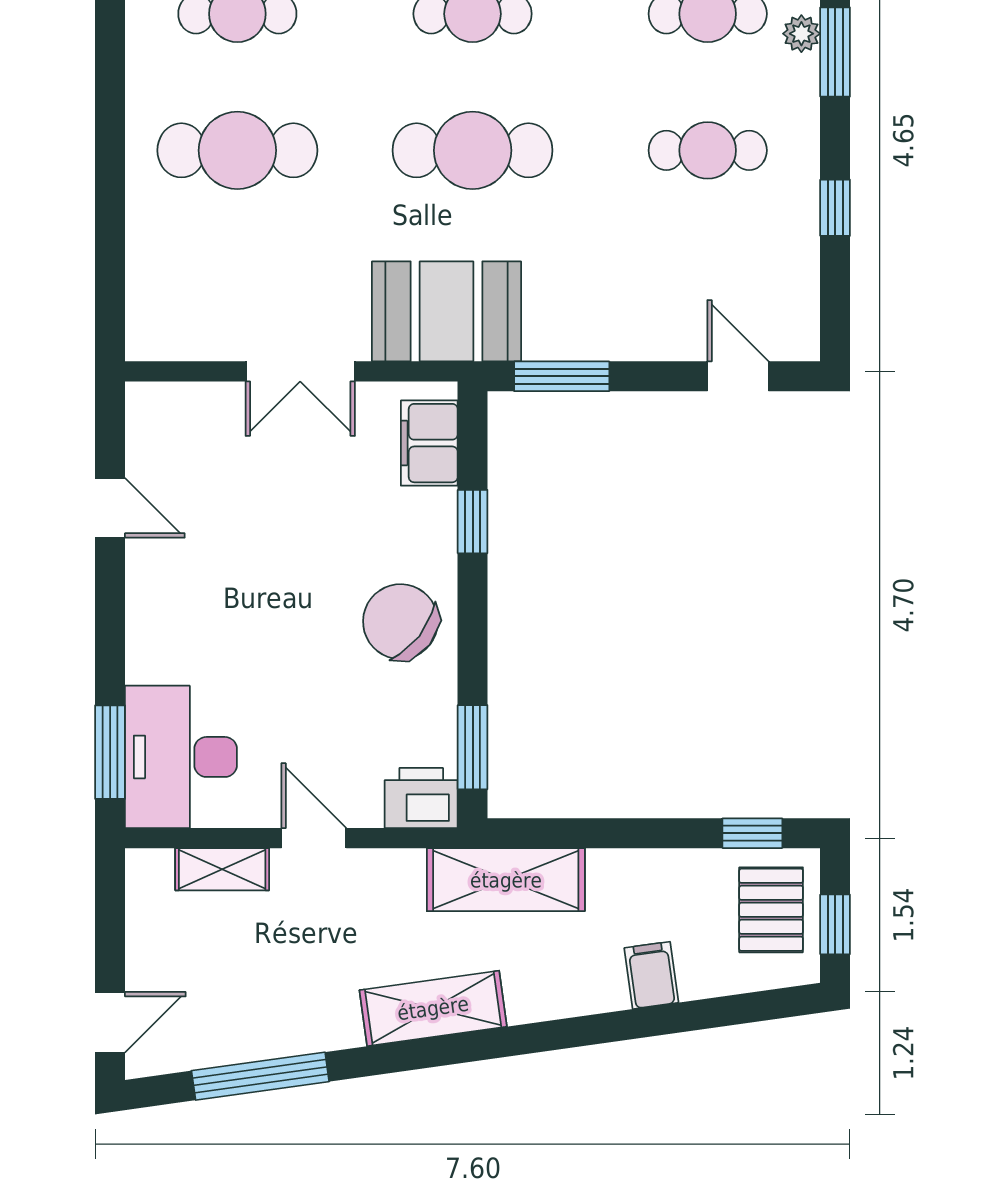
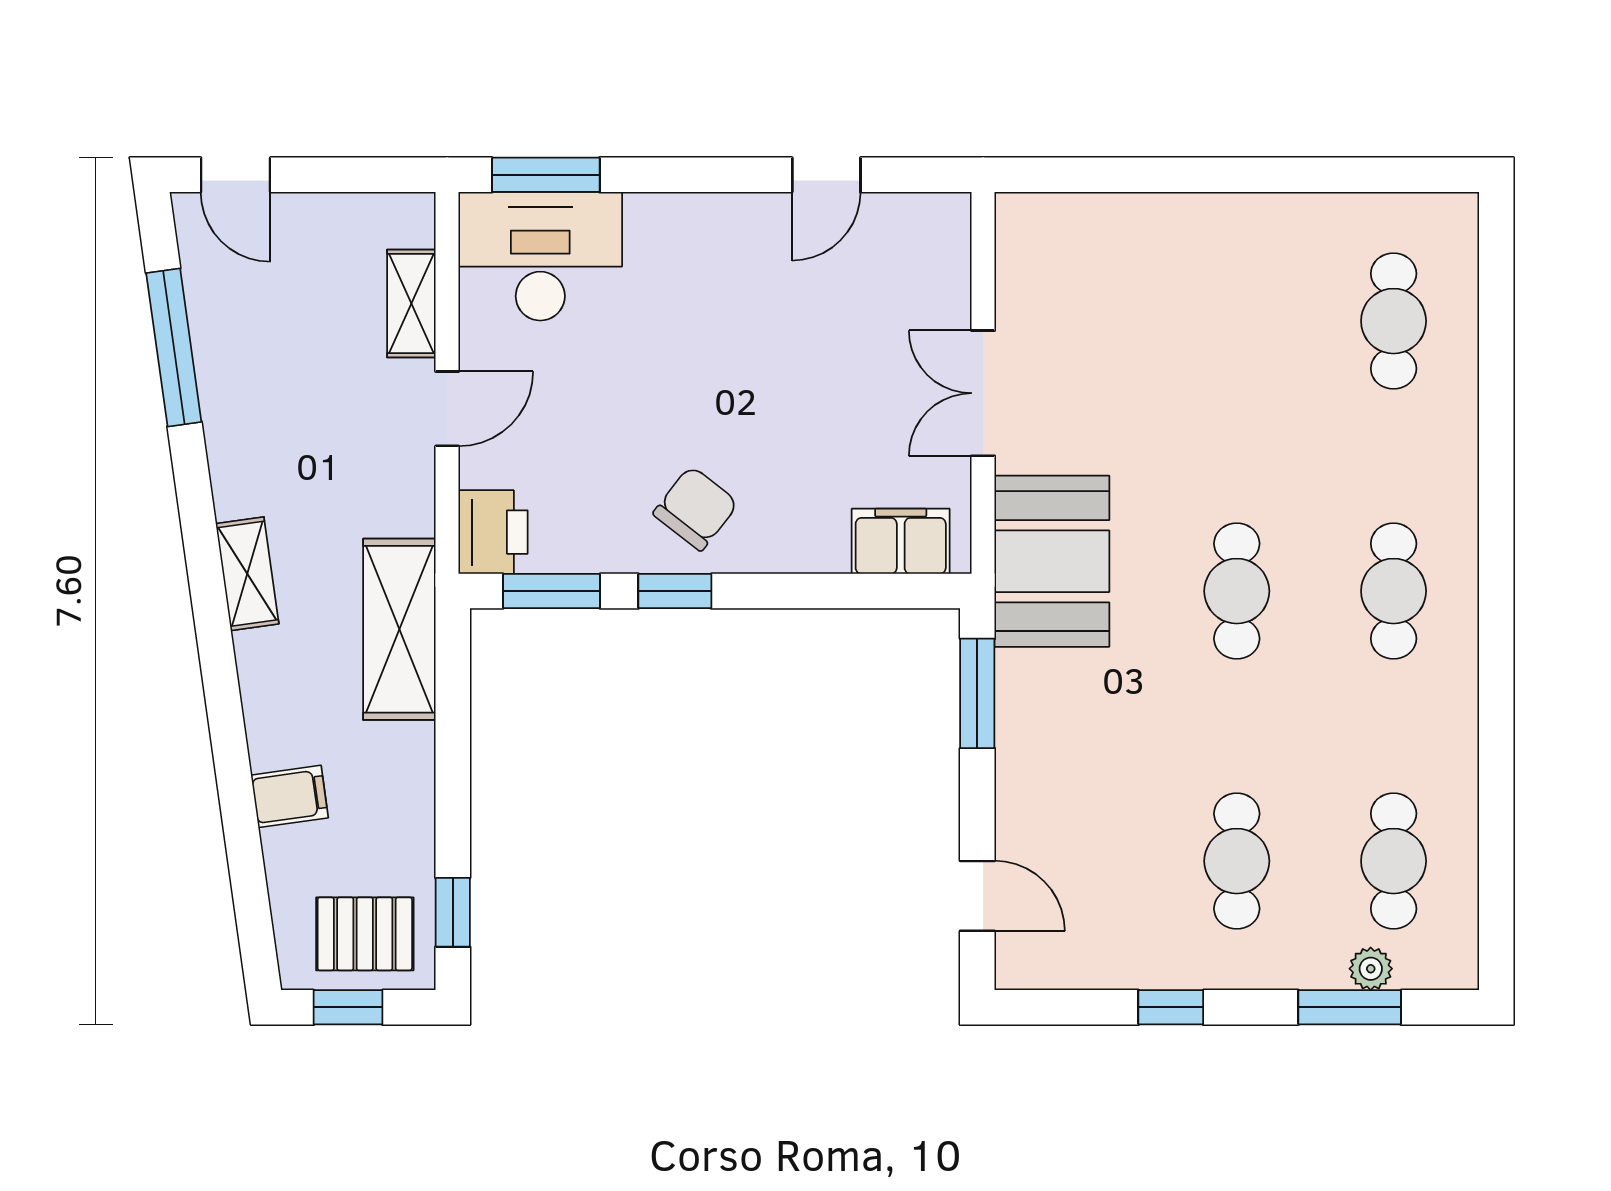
cafe table: (237, 150) -> (1237, 321), removed
cafe table: (473, 150) -> (1237, 591), width x0.73, depth x0.74
door: (738, 376) -> (977, 896), hinge flipped
window: (473, 522) -> (675, 591), moved
chair: (400, 622) -> (696, 508), width x0.73, depth x0.73
shelving: (433, 1008) -> (247, 574), width x0.67, depth x0.75

